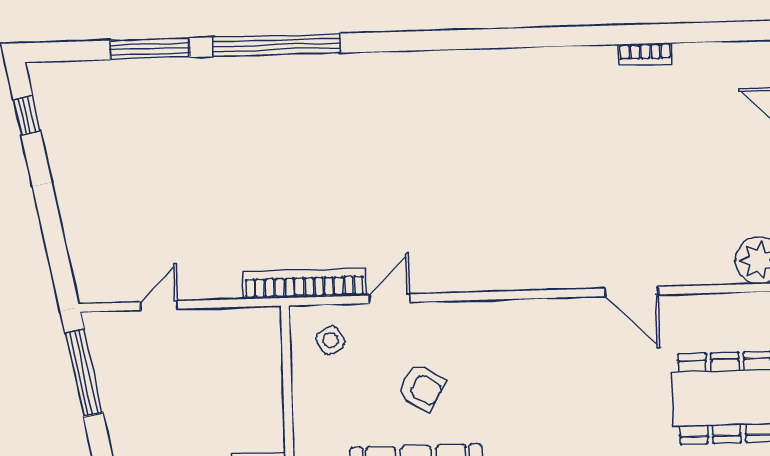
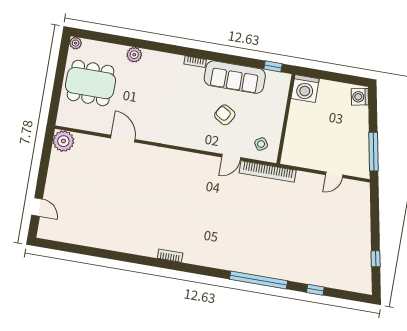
window: (150, 49) -> (315, 290), width x0.46
bookcase: (645, 54) -> (170, 256), moved
window: (27, 115) -> (376, 259), moved

